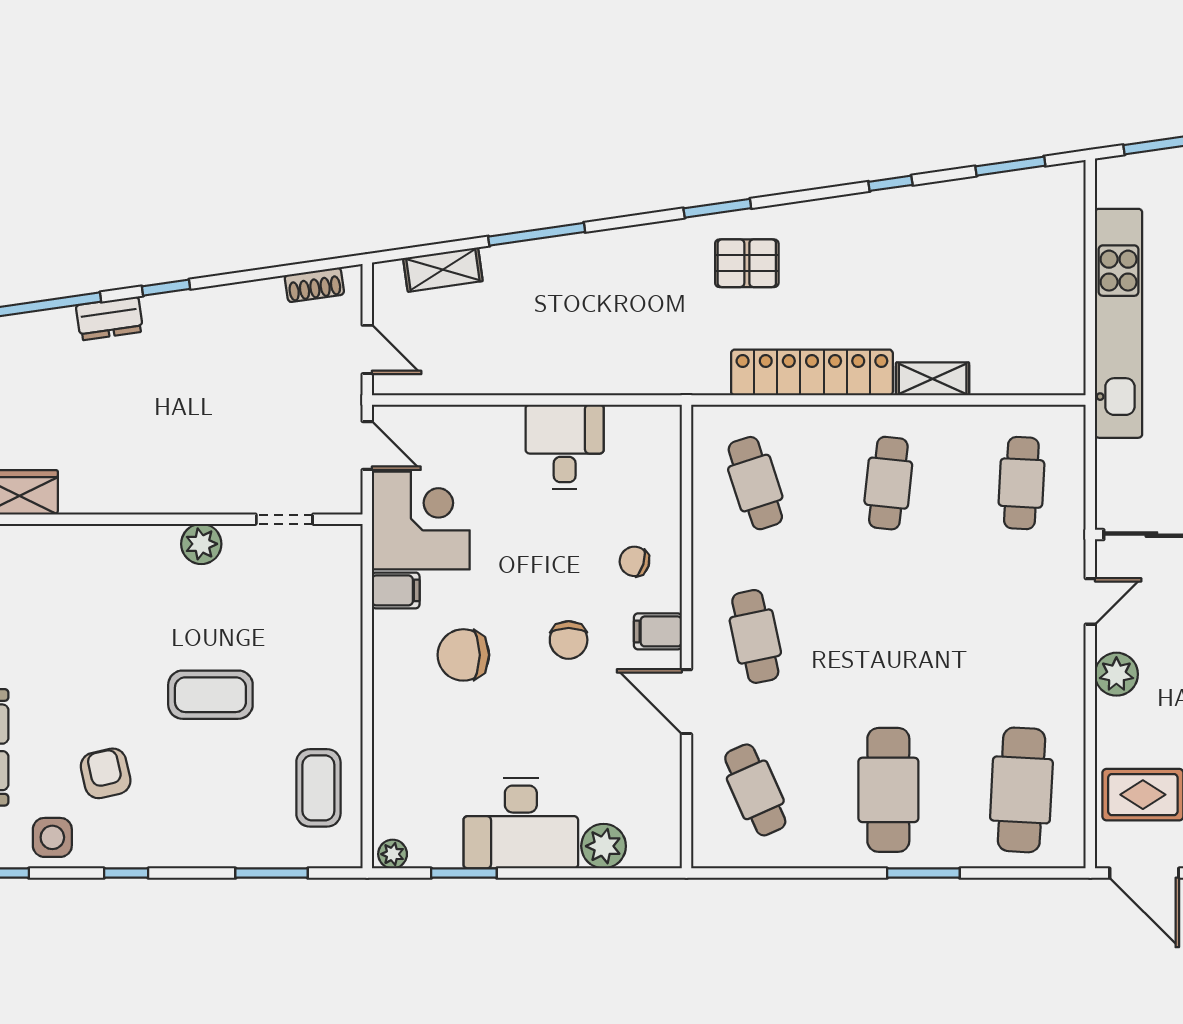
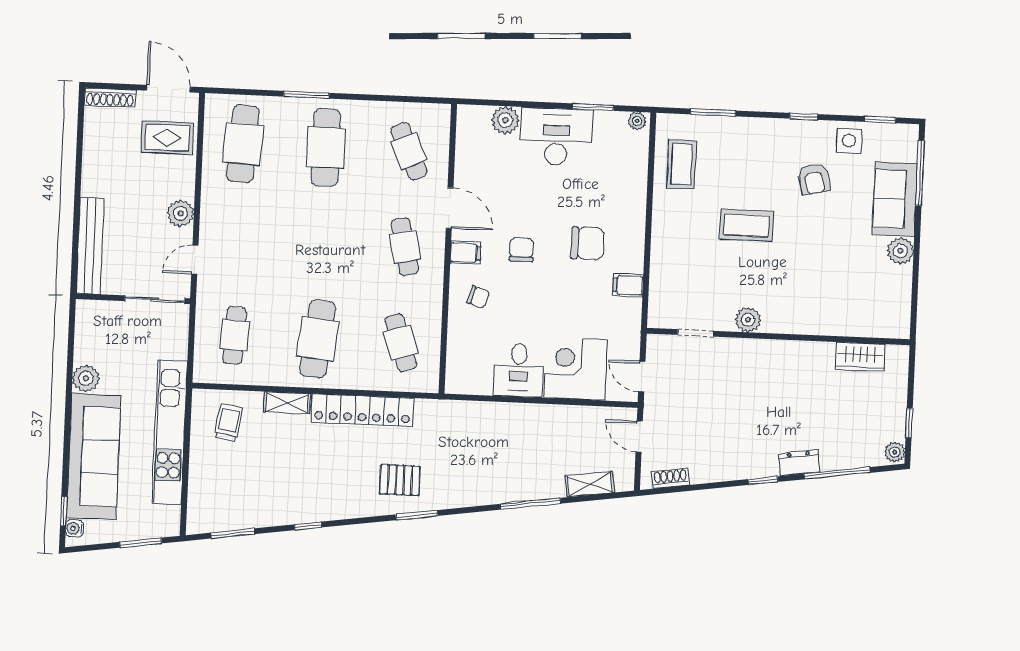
trolley: (1025, 343) -> (229, 422), added
cafe table: (888, 483) -> (318, 339), width x1.37, depth x1.35
corner desk: (421, 521) -> (576, 369), moved, turned 90

